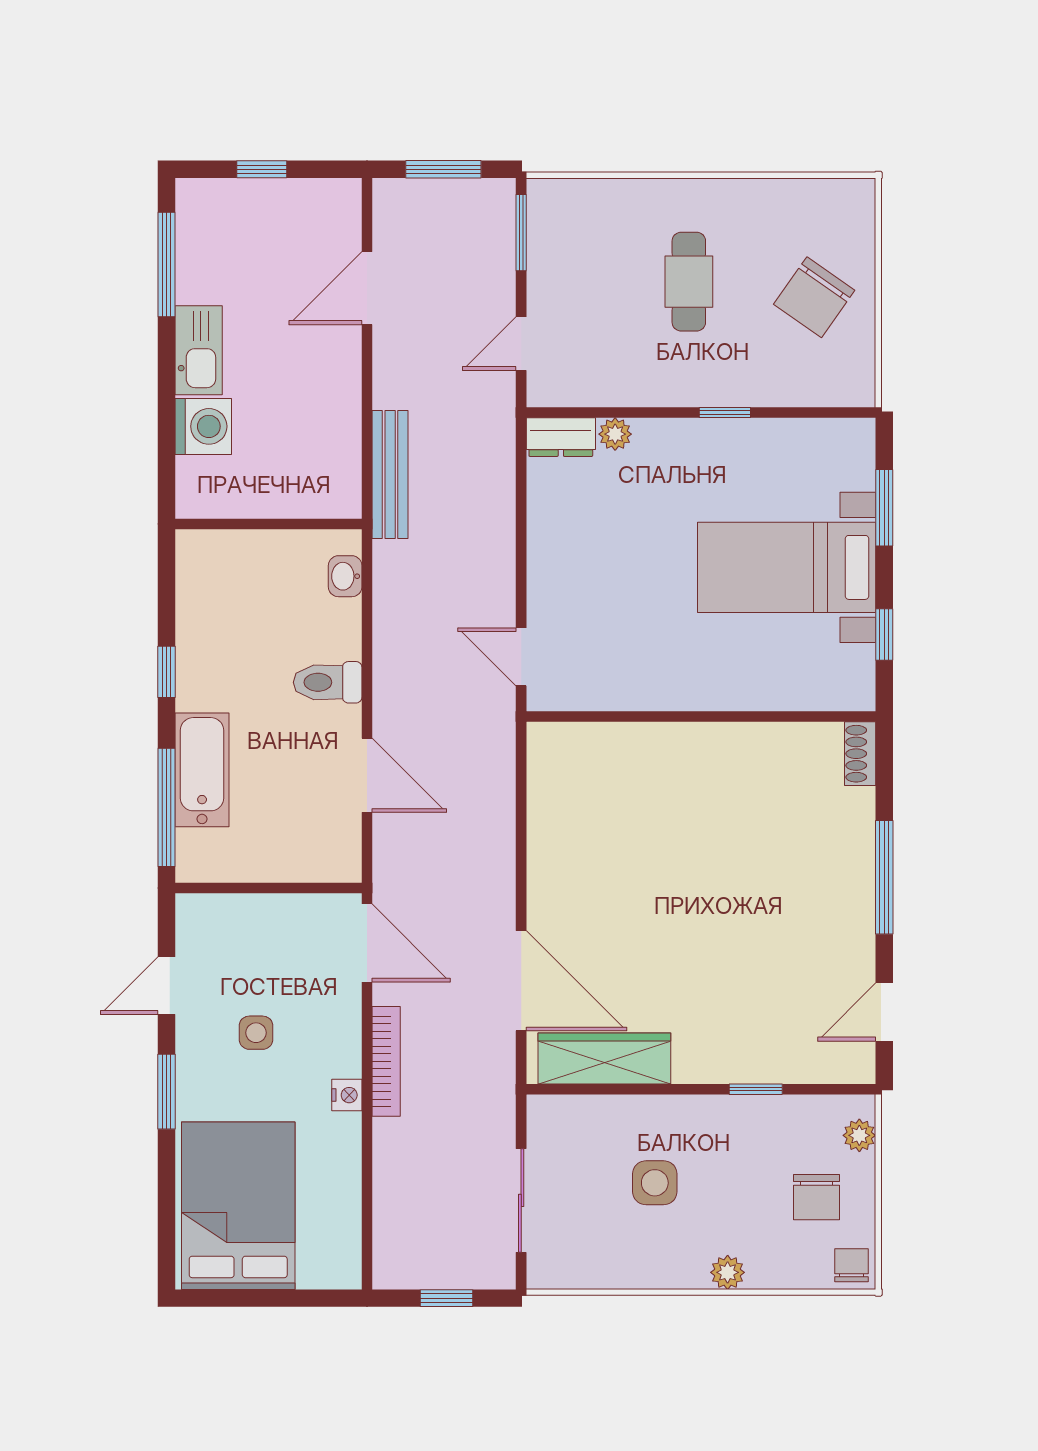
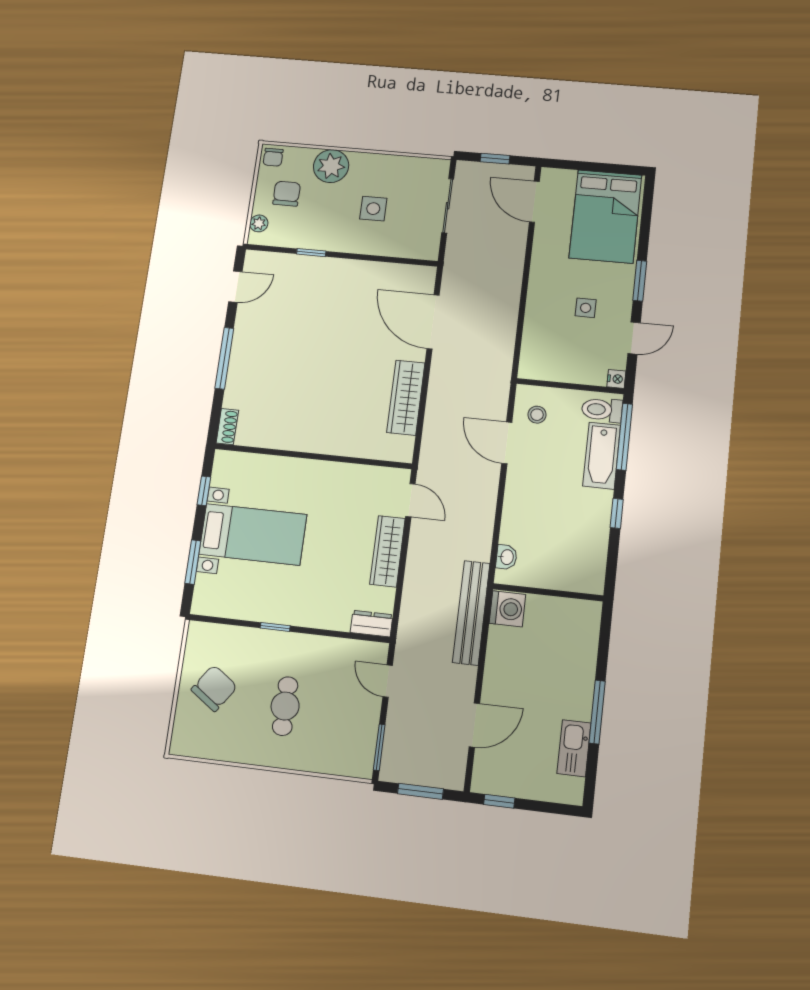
window: (262, 169) -> (499, 801), moved
window: (167, 265) -> (597, 712), moved
door: (521, 344) -> (388, 681), swing flipped
kitchen sink: (199, 350) -> (574, 748), moved
washing machine: (203, 426) -> (507, 609), moved, turned 180
plant: (615, 434) -> (340, 622), removed
bench: (390, 475) -> (471, 613), width x1.37, depth x1.21
wardrobe: (550, 564) -> (387, 551), added
toilet: (328, 682) -> (602, 410), moved, turned 180
stool: (320, 831) -> (537, 415), added
door: (367, 943) -> (534, 202), moved
wardrobe: (604, 1058) -> (406, 398), moved, turned 90
bookcase: (386, 1061) -> (514, 286), removed
nightstand: (347, 1095) -> (616, 379), moved, turned 180
plant: (728, 1272) -> (331, 166), width x1.87, depth x1.87

